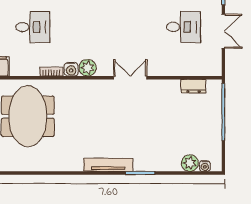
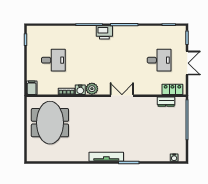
locker: (203, 69) -> (172, 89), added
plant: (190, 163) -> (164, 156), removed

